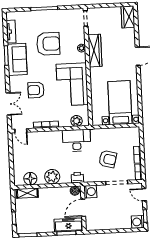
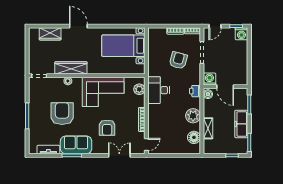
wardrobe: (128, 17) -> (50, 34), moved
shelving: (27, 193) -> (208, 128), moved
freezer: (68, 225) -> (241, 124), moved

